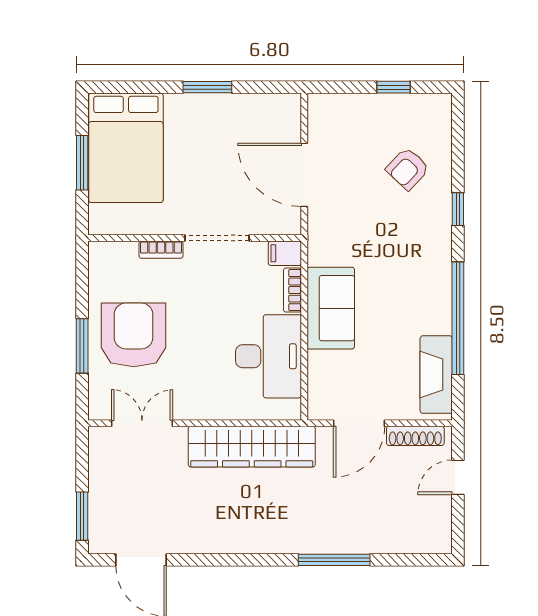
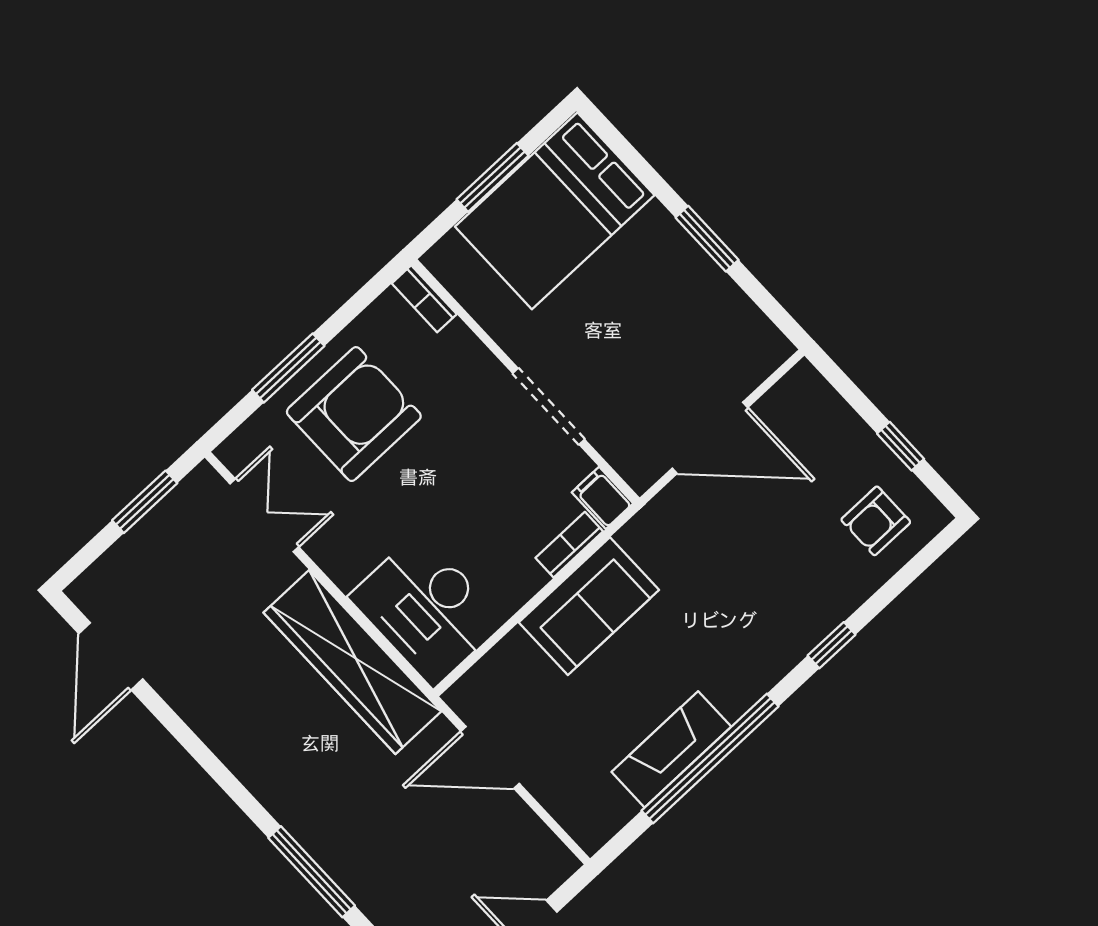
armchair: (408, 169) -> (876, 521), moved, turned -43
door: (304, 175) -> (710, 438), swing flipped
bookcase: (161, 250) -> (424, 299), moved
desk: (269, 356) -> (426, 609), moved, turned 90
fireplace: (436, 375) -> (671, 749), moved
shoe rack: (415, 436) -> (534, 833), removed
window: (82, 516) -> (145, 502), moved

